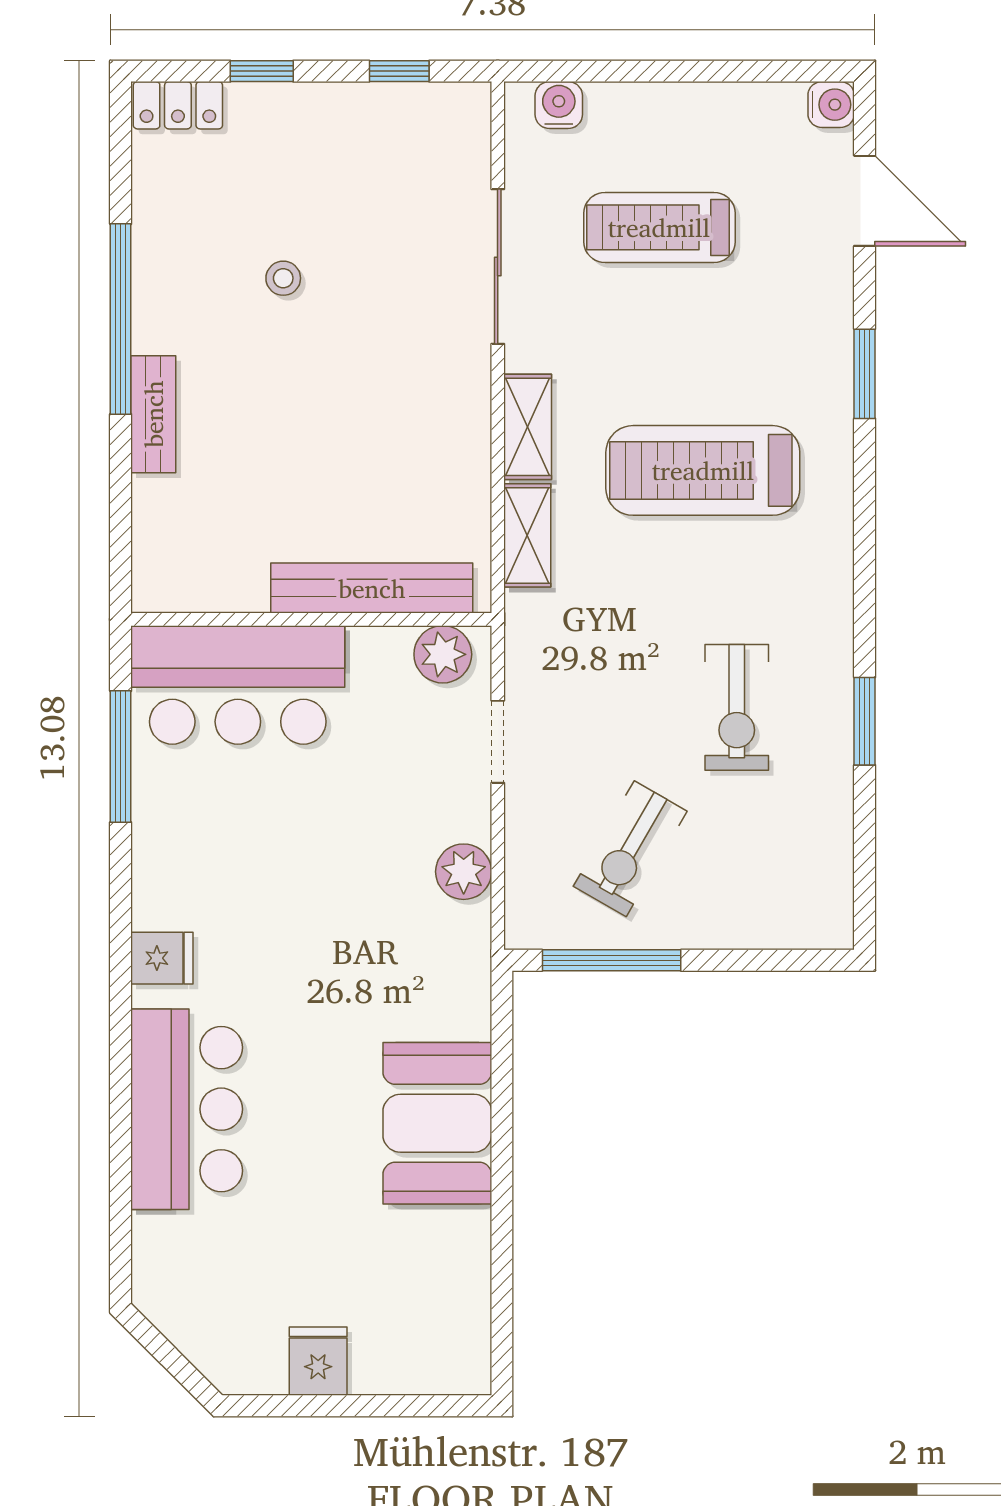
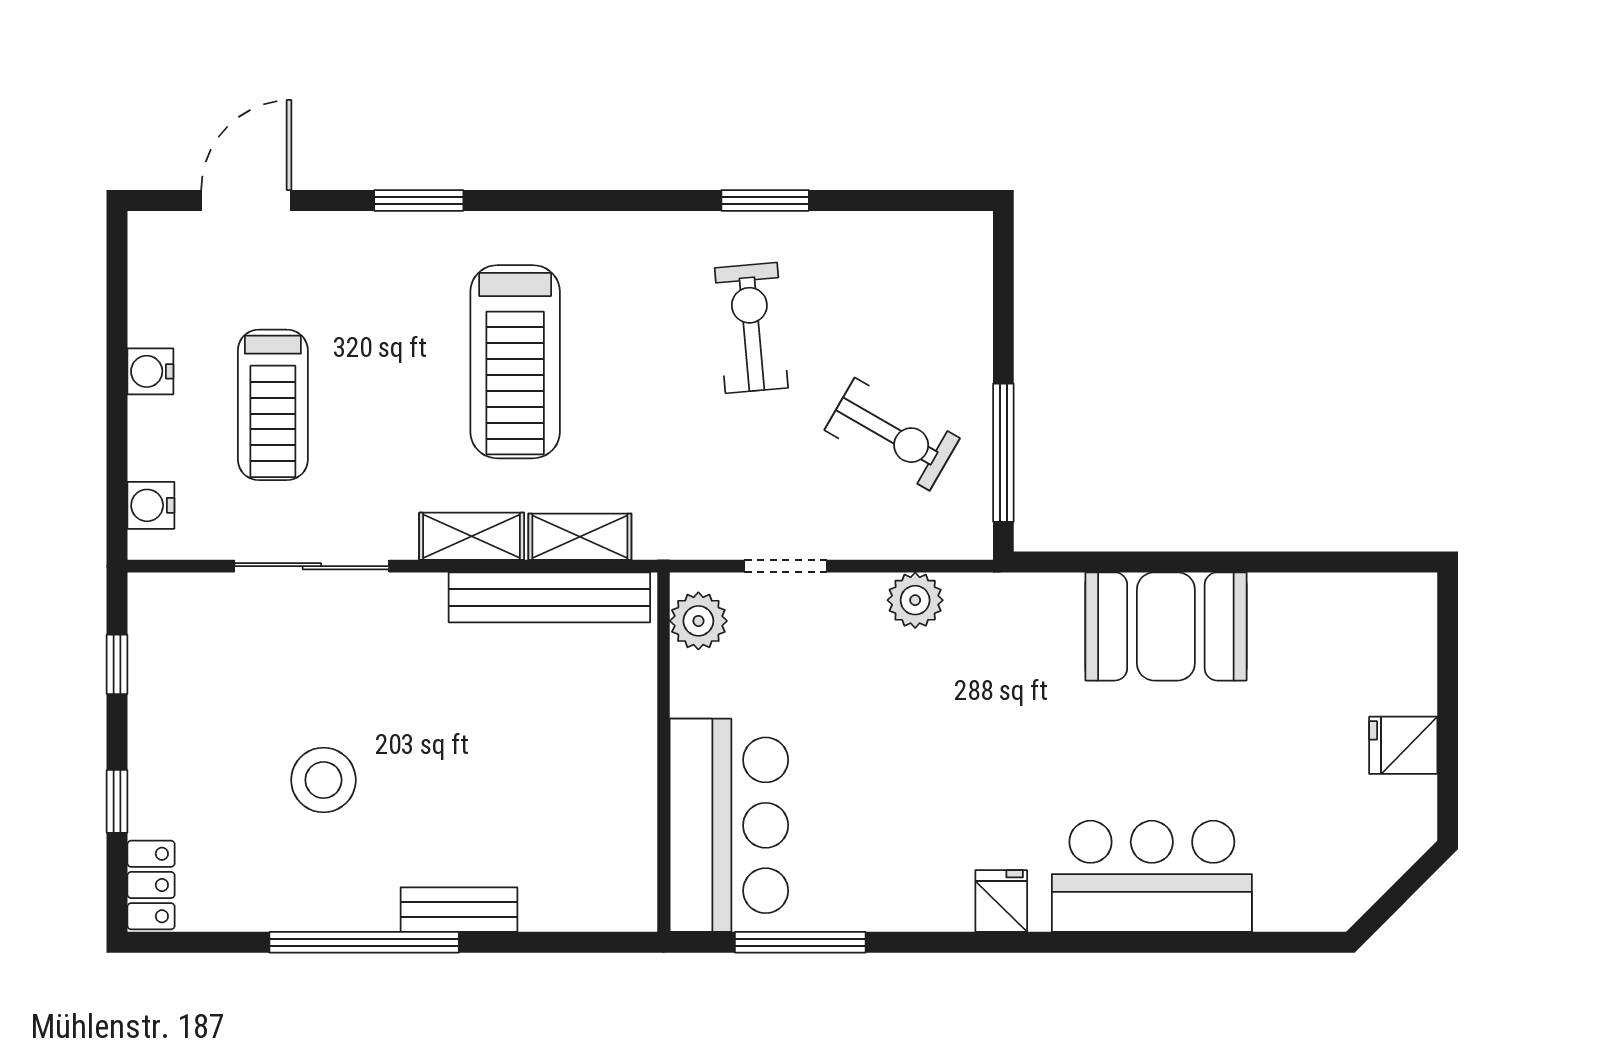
water cooler: (831, 105) -> (150, 371), moved, turned -90
stool: (283, 278) -> (323, 780), width x1.89, depth x1.89
bench: (372, 588) -> (549, 597), moved, turned 90
exercise bike: (737, 707) -> (751, 328), turned -95

